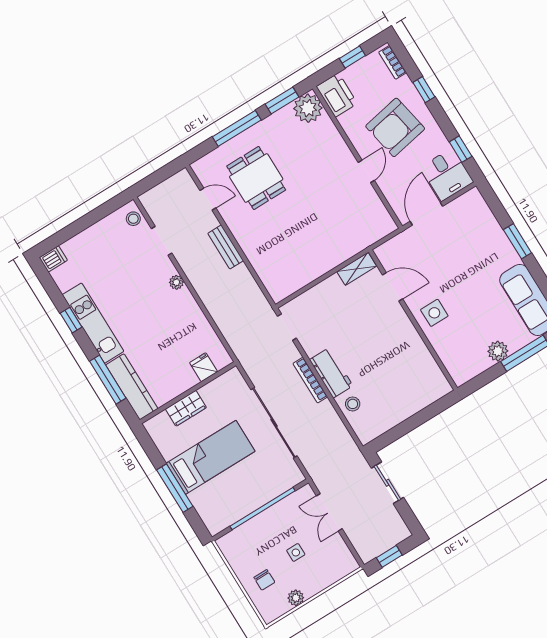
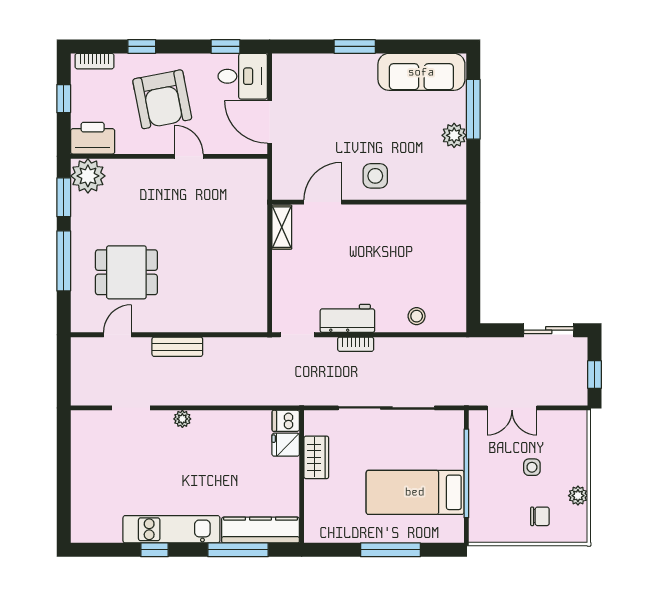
stool: (133, 219) -> (91, 423), removed
dishwasher: (53, 259) -> (286, 421), moved, turned -90
workbench: (331, 373) -> (347, 318), moved
bookcase: (310, 380) -> (356, 344), width x0.64
wardrobe: (186, 408) -> (316, 457), moved
bed: (211, 457) -> (415, 492), moved, turned -90
sliding door: (387, 483) -> (549, 330), moved

